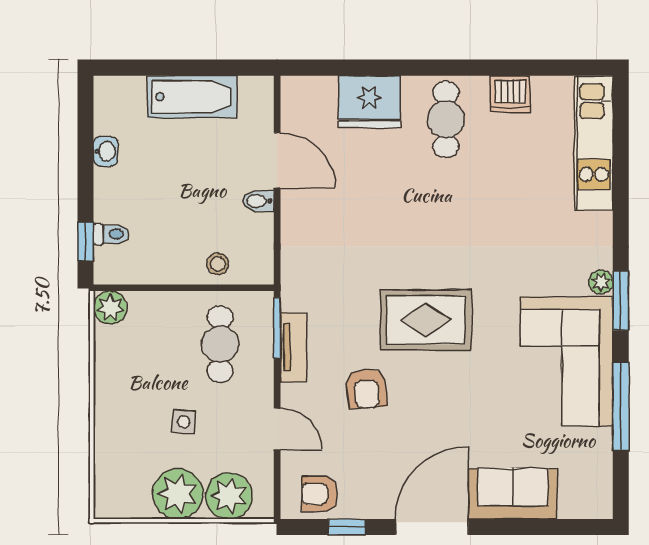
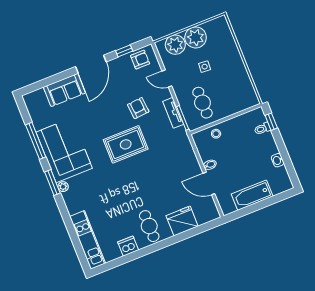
plant: (110, 308) -> (251, 100), removed

